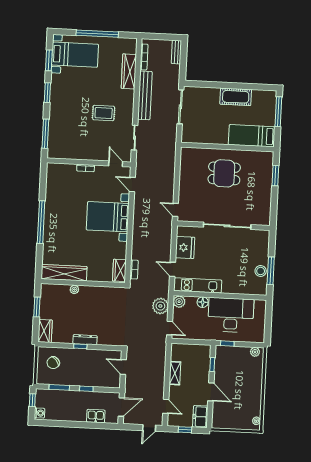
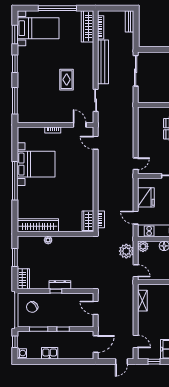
wardrobe: (129, 71) -> (87, 26), moved
rug: (104, 113) -> (67, 80), turned 90
door: (175, 210) -> (136, 164), swing flipped
bed with nightstands: (108, 217) -> (36, 164), moved, turned 180
shelving: (175, 373) -> (142, 301), moved
kitchen sink: (96, 416) -> (50, 353), moved

